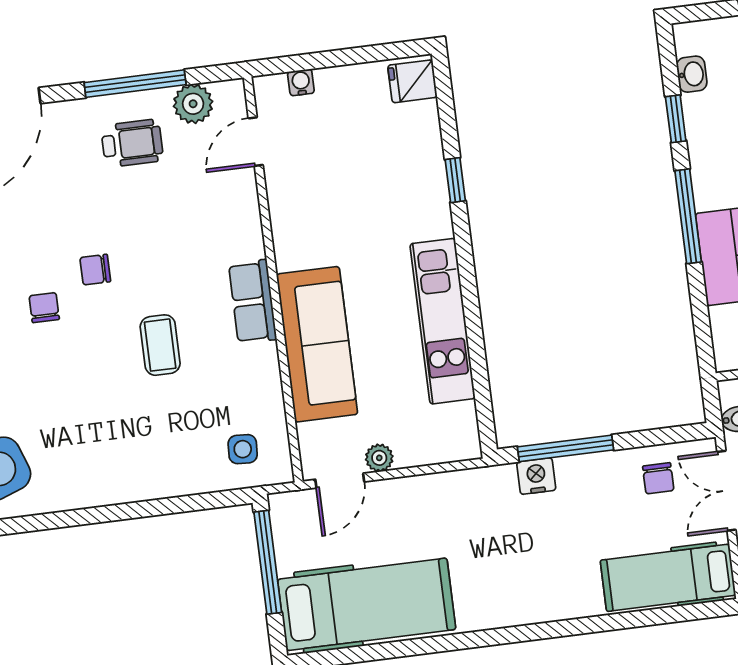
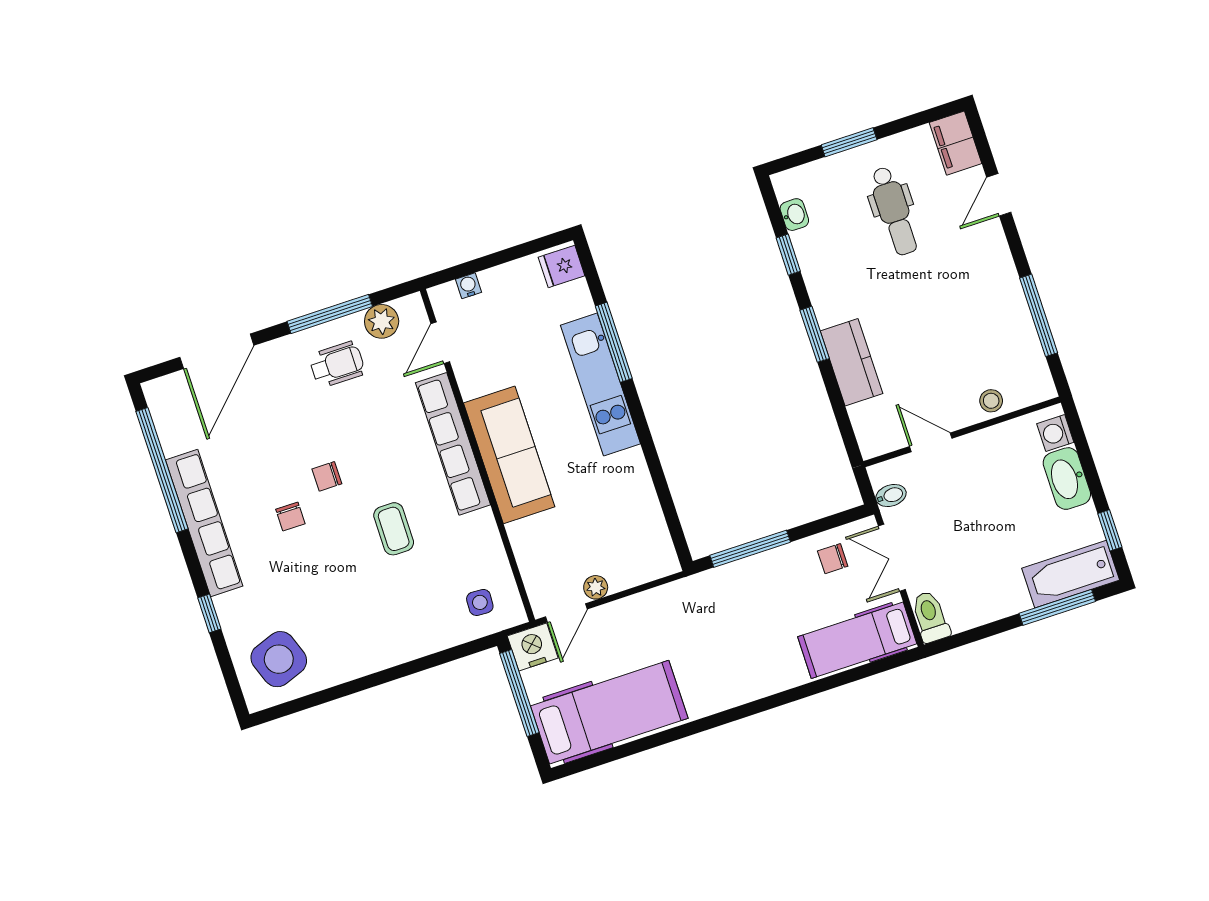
window: (455, 180) -> (614, 342), width x2.17
window: (688, 216) -> (815, 334), width x0.69
row of seats: (253, 302) -> (453, 444), width x2.02
chair: (44, 308) -> (290, 517), turned 180
kitchen unit: (443, 321) -> (600, 384), moved
sofa: (317, 344) -> (509, 455), moved
nightstand: (536, 476) -> (533, 647), moved, width x1.36, depth x1.33
chair: (658, 478) -> (833, 559), turned 90

